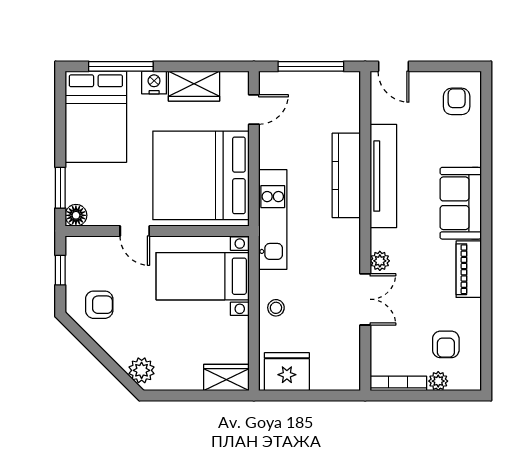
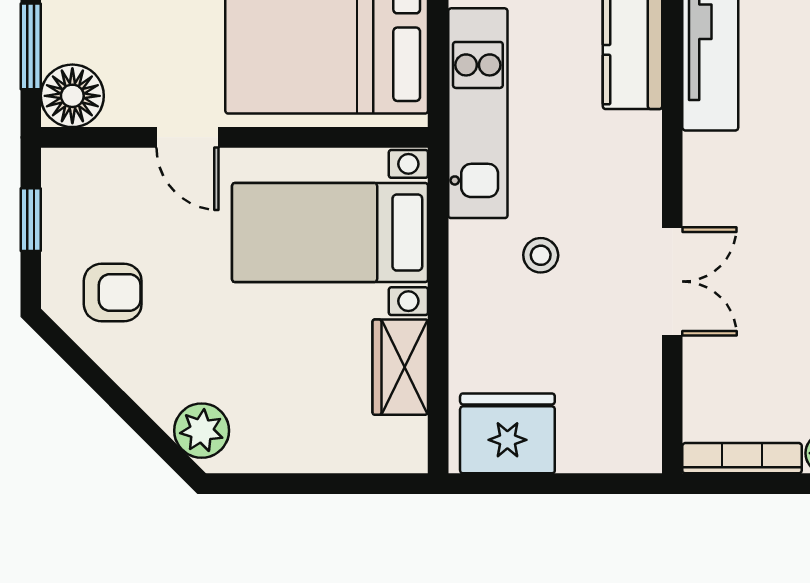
floor lamp: (76, 215) -> (72, 96), width x1.38, depth x1.38
plant: (380, 261) -> (703, 200), removed
stool: (276, 308) -> (541, 255), moved
wardrobe: (226, 378) -> (400, 367), moved, turned -90

